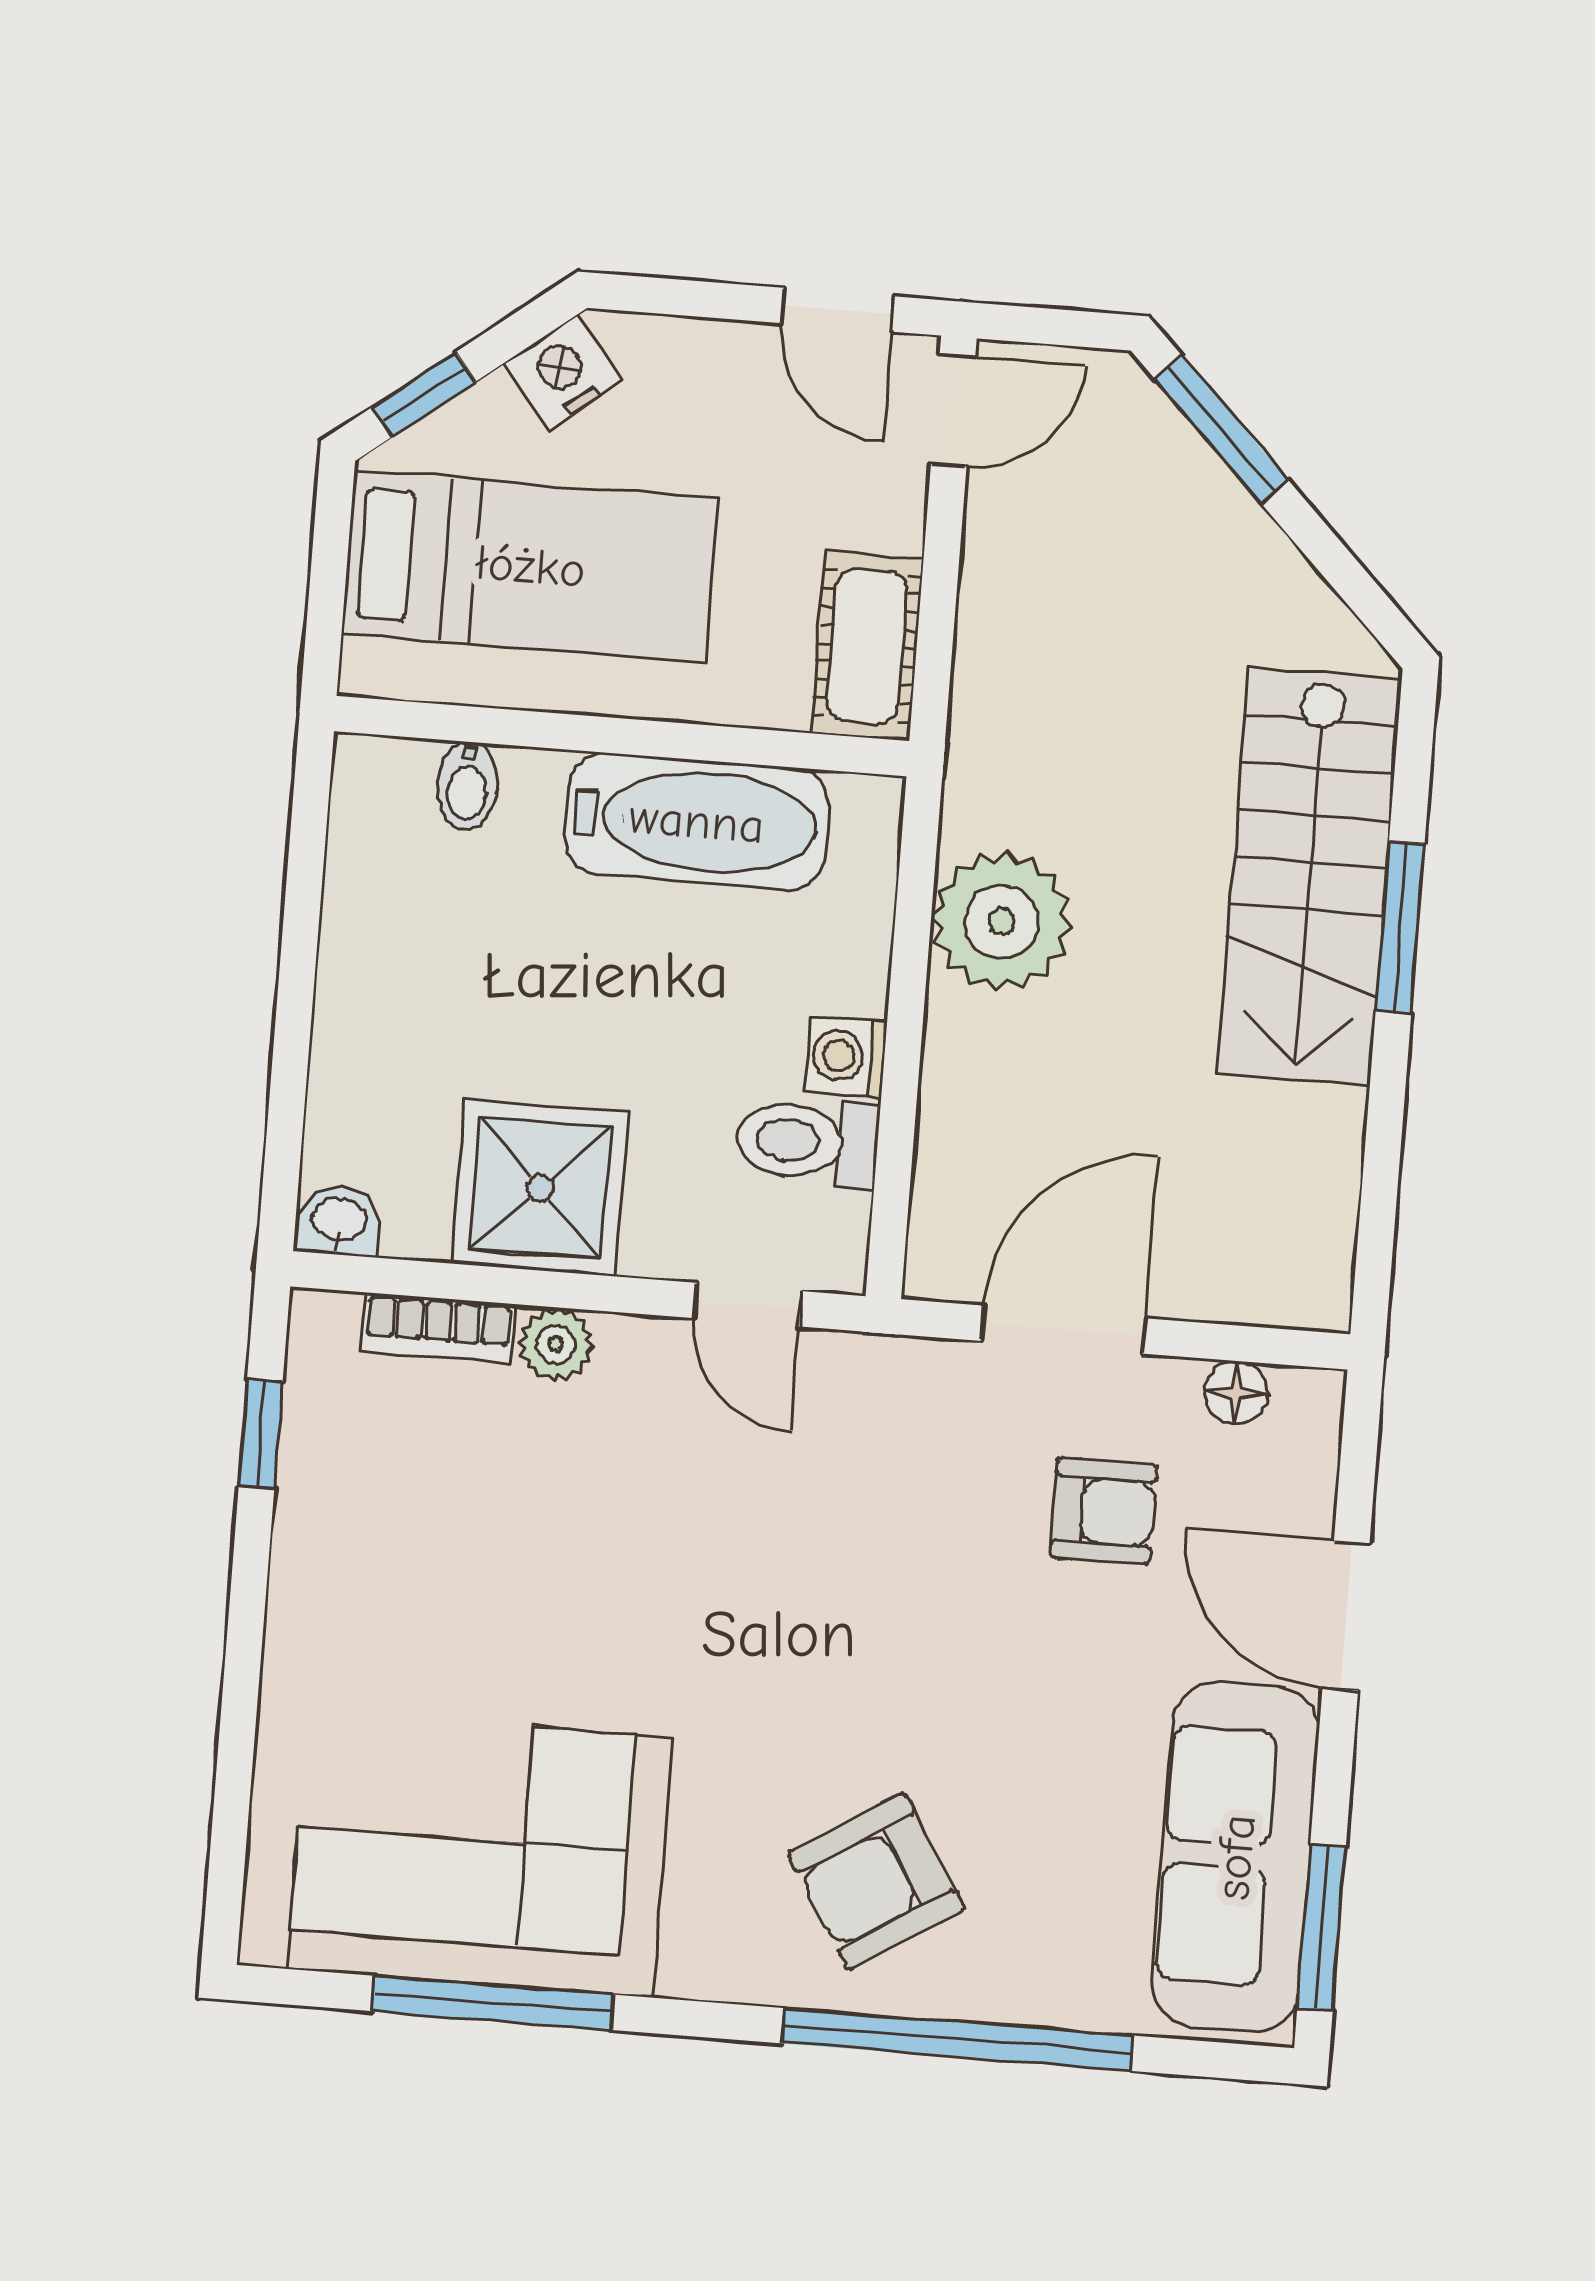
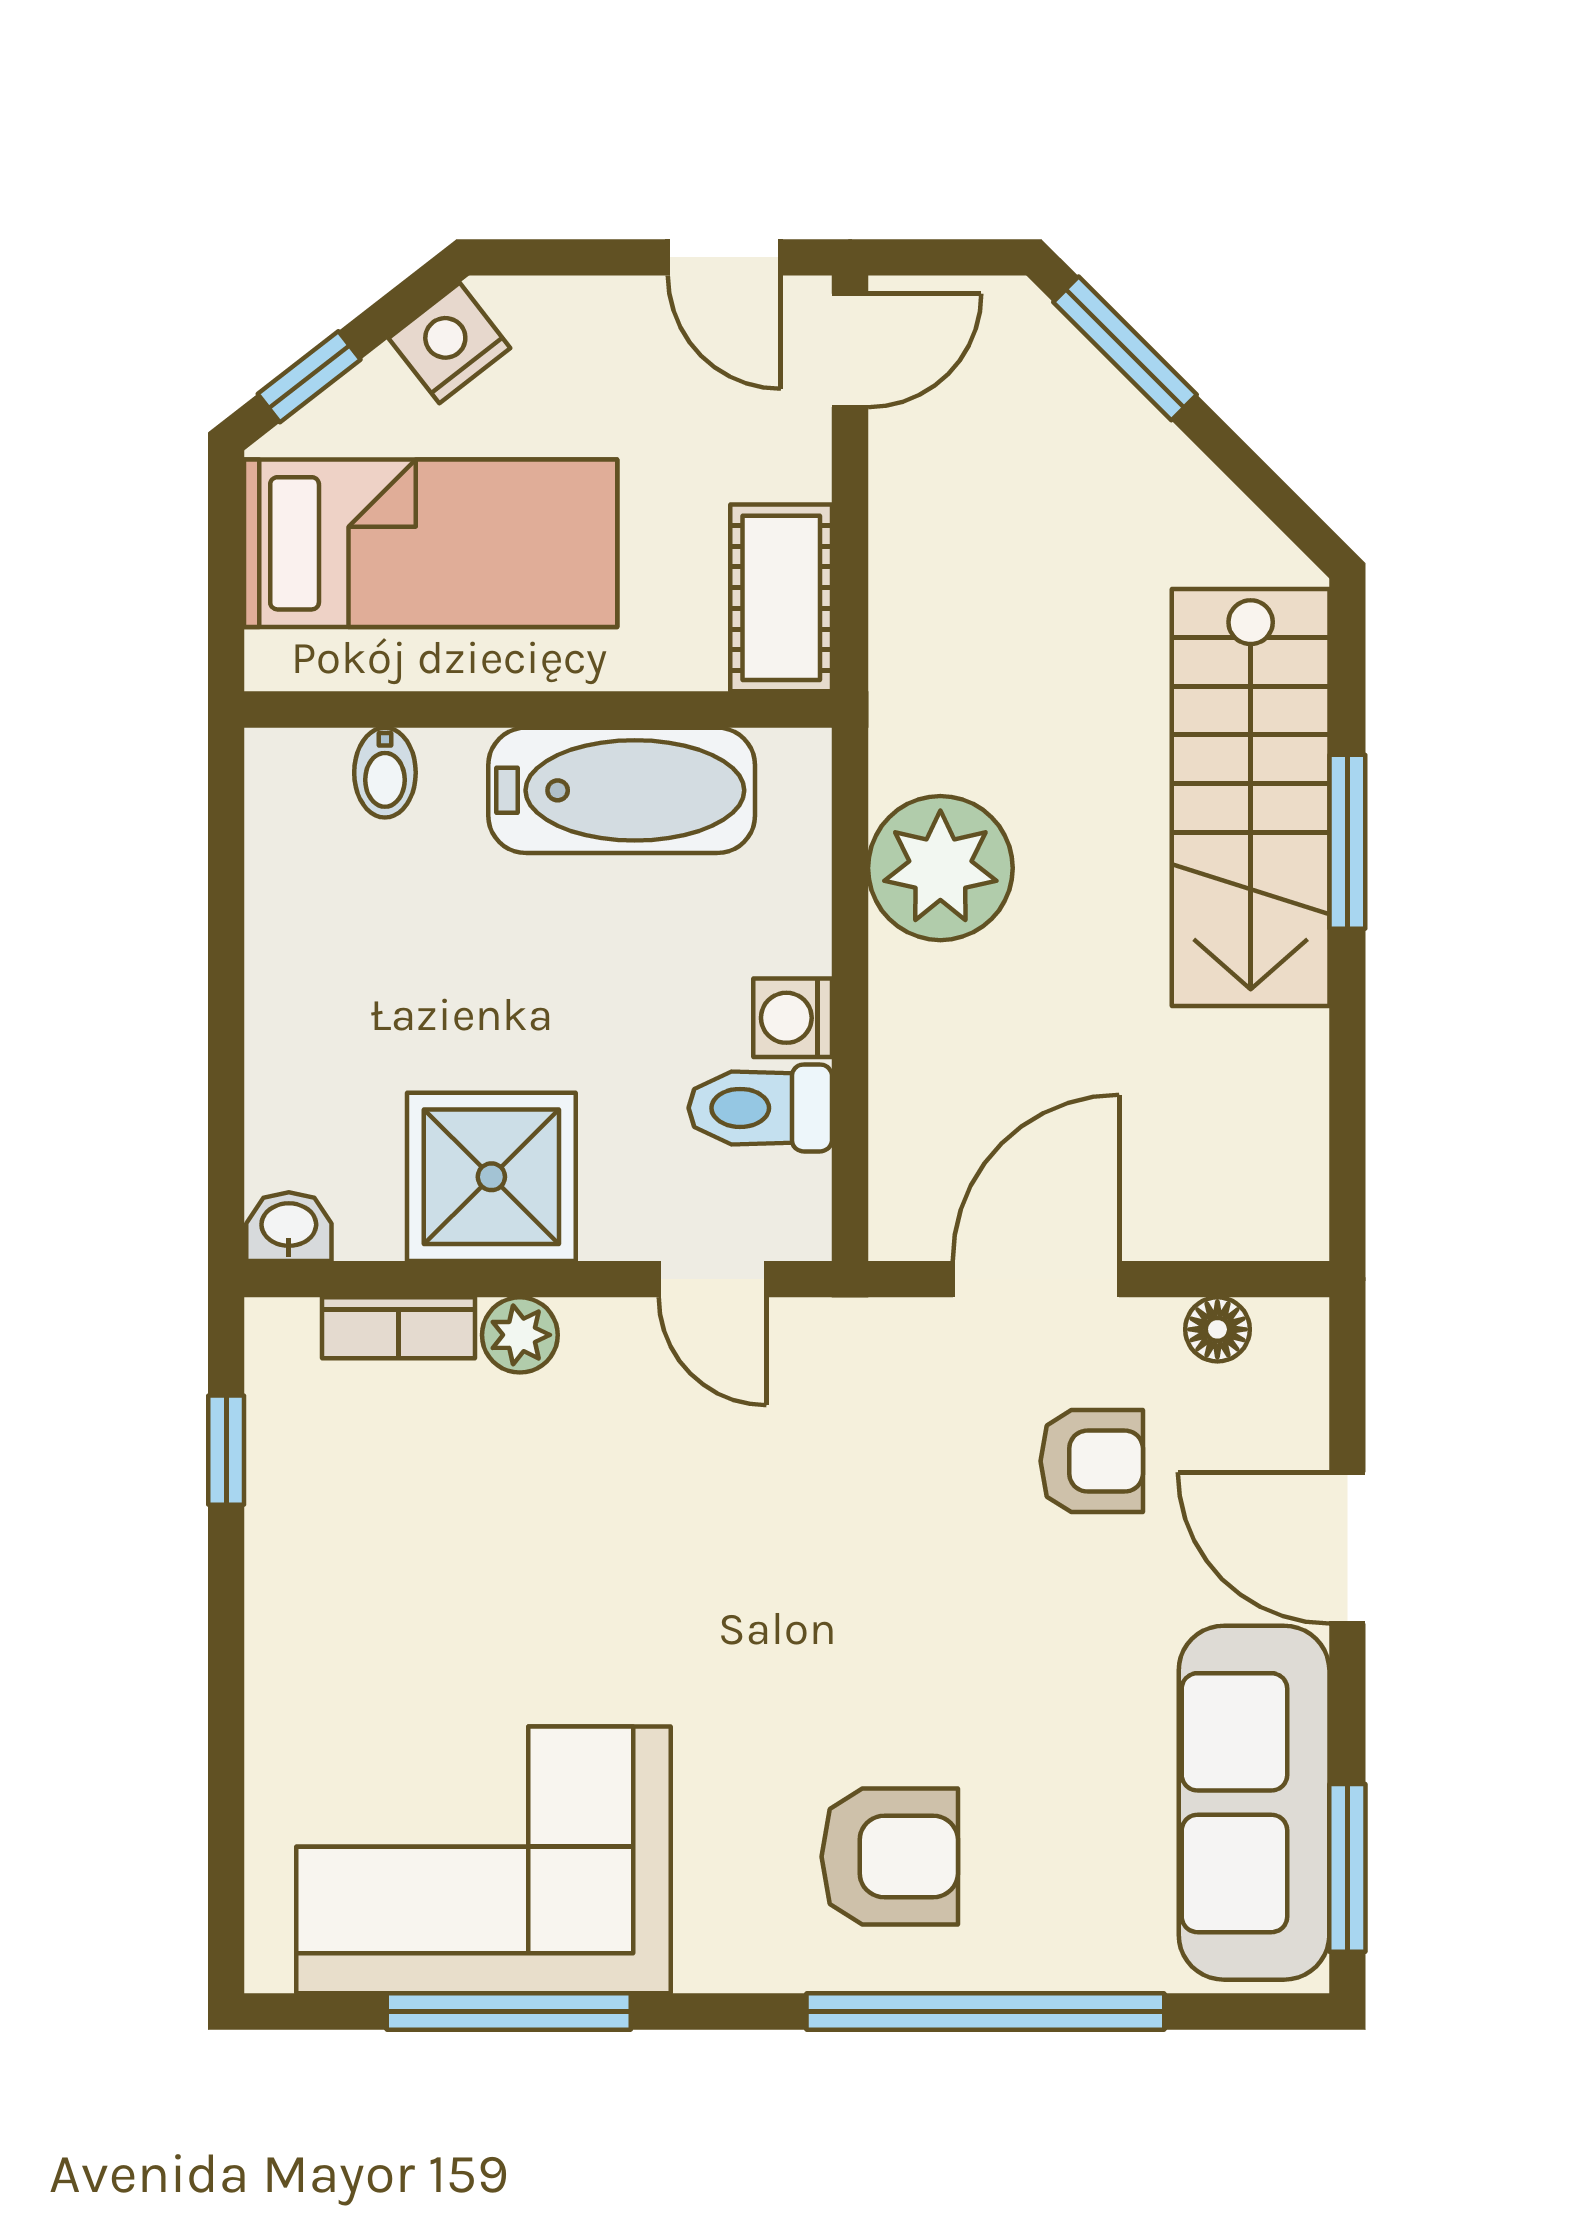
armchair: (876, 1881) -> (890, 1857), turned -148

